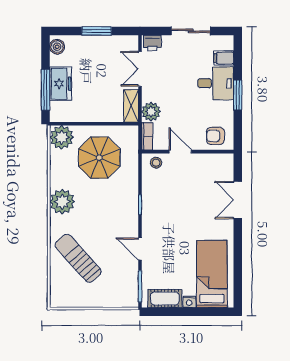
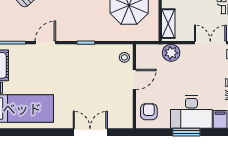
desk: (216, 83) -> (191, 112), width x1.37
shelving: (131, 106) -> (168, 24), moved, turned 90
bookcase: (147, 136) -> (149, 49), removed

